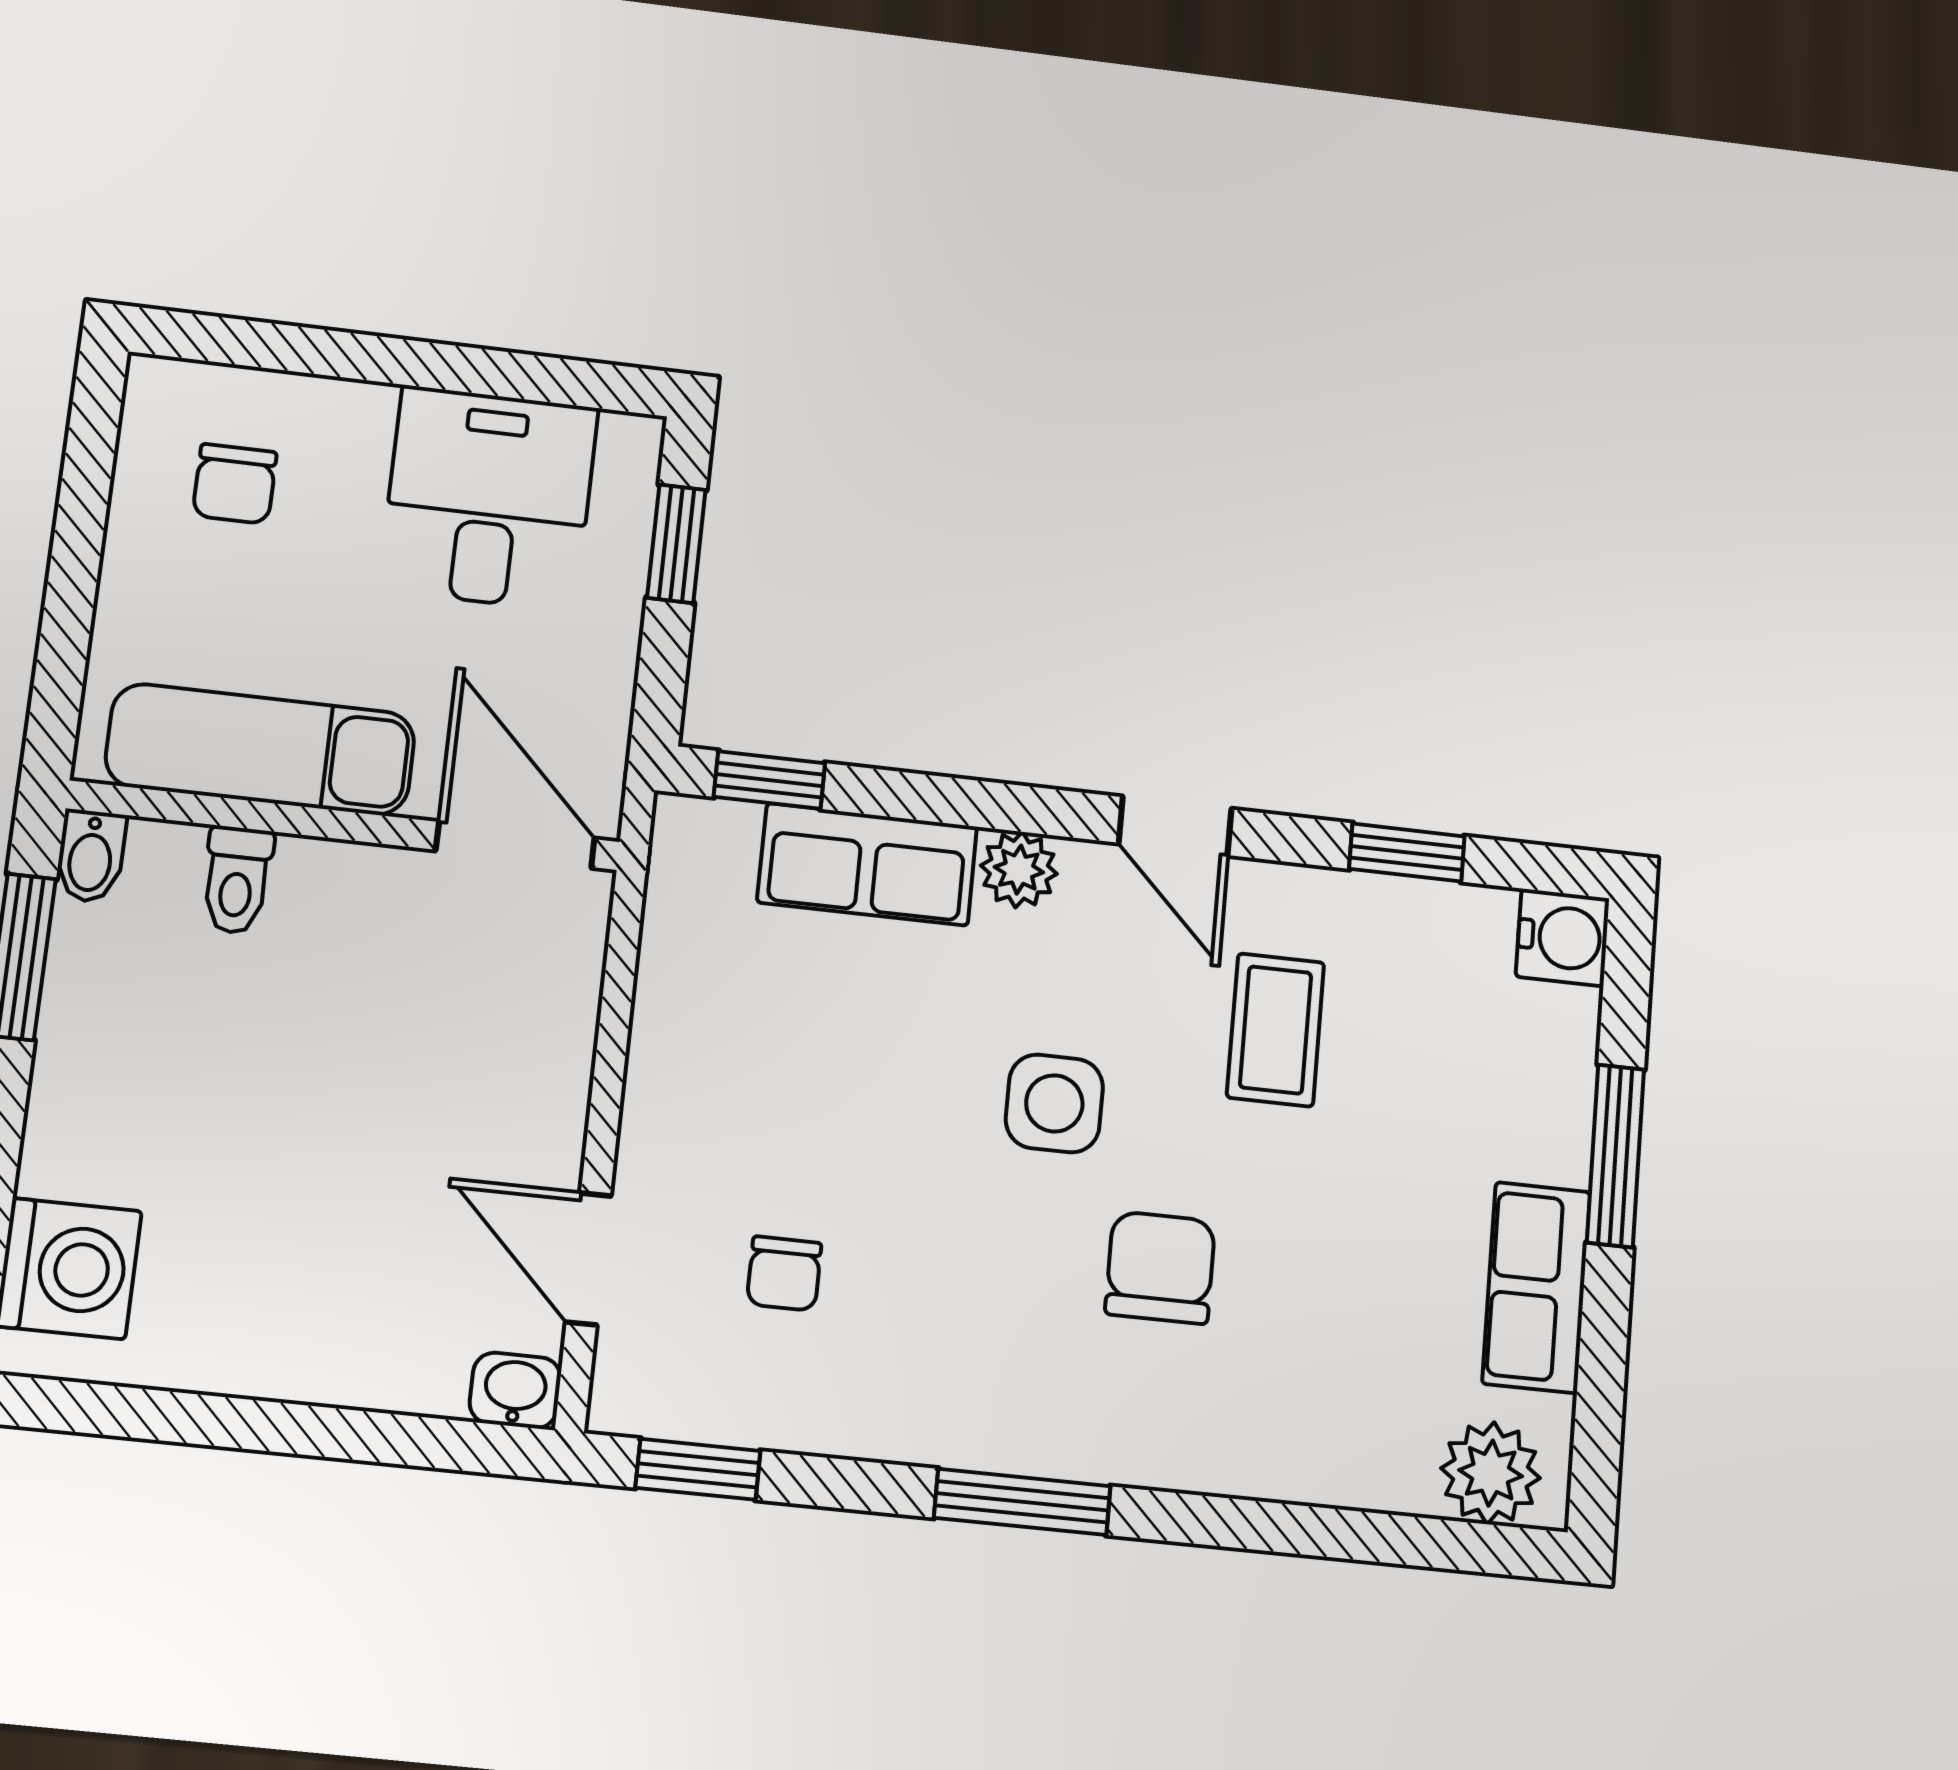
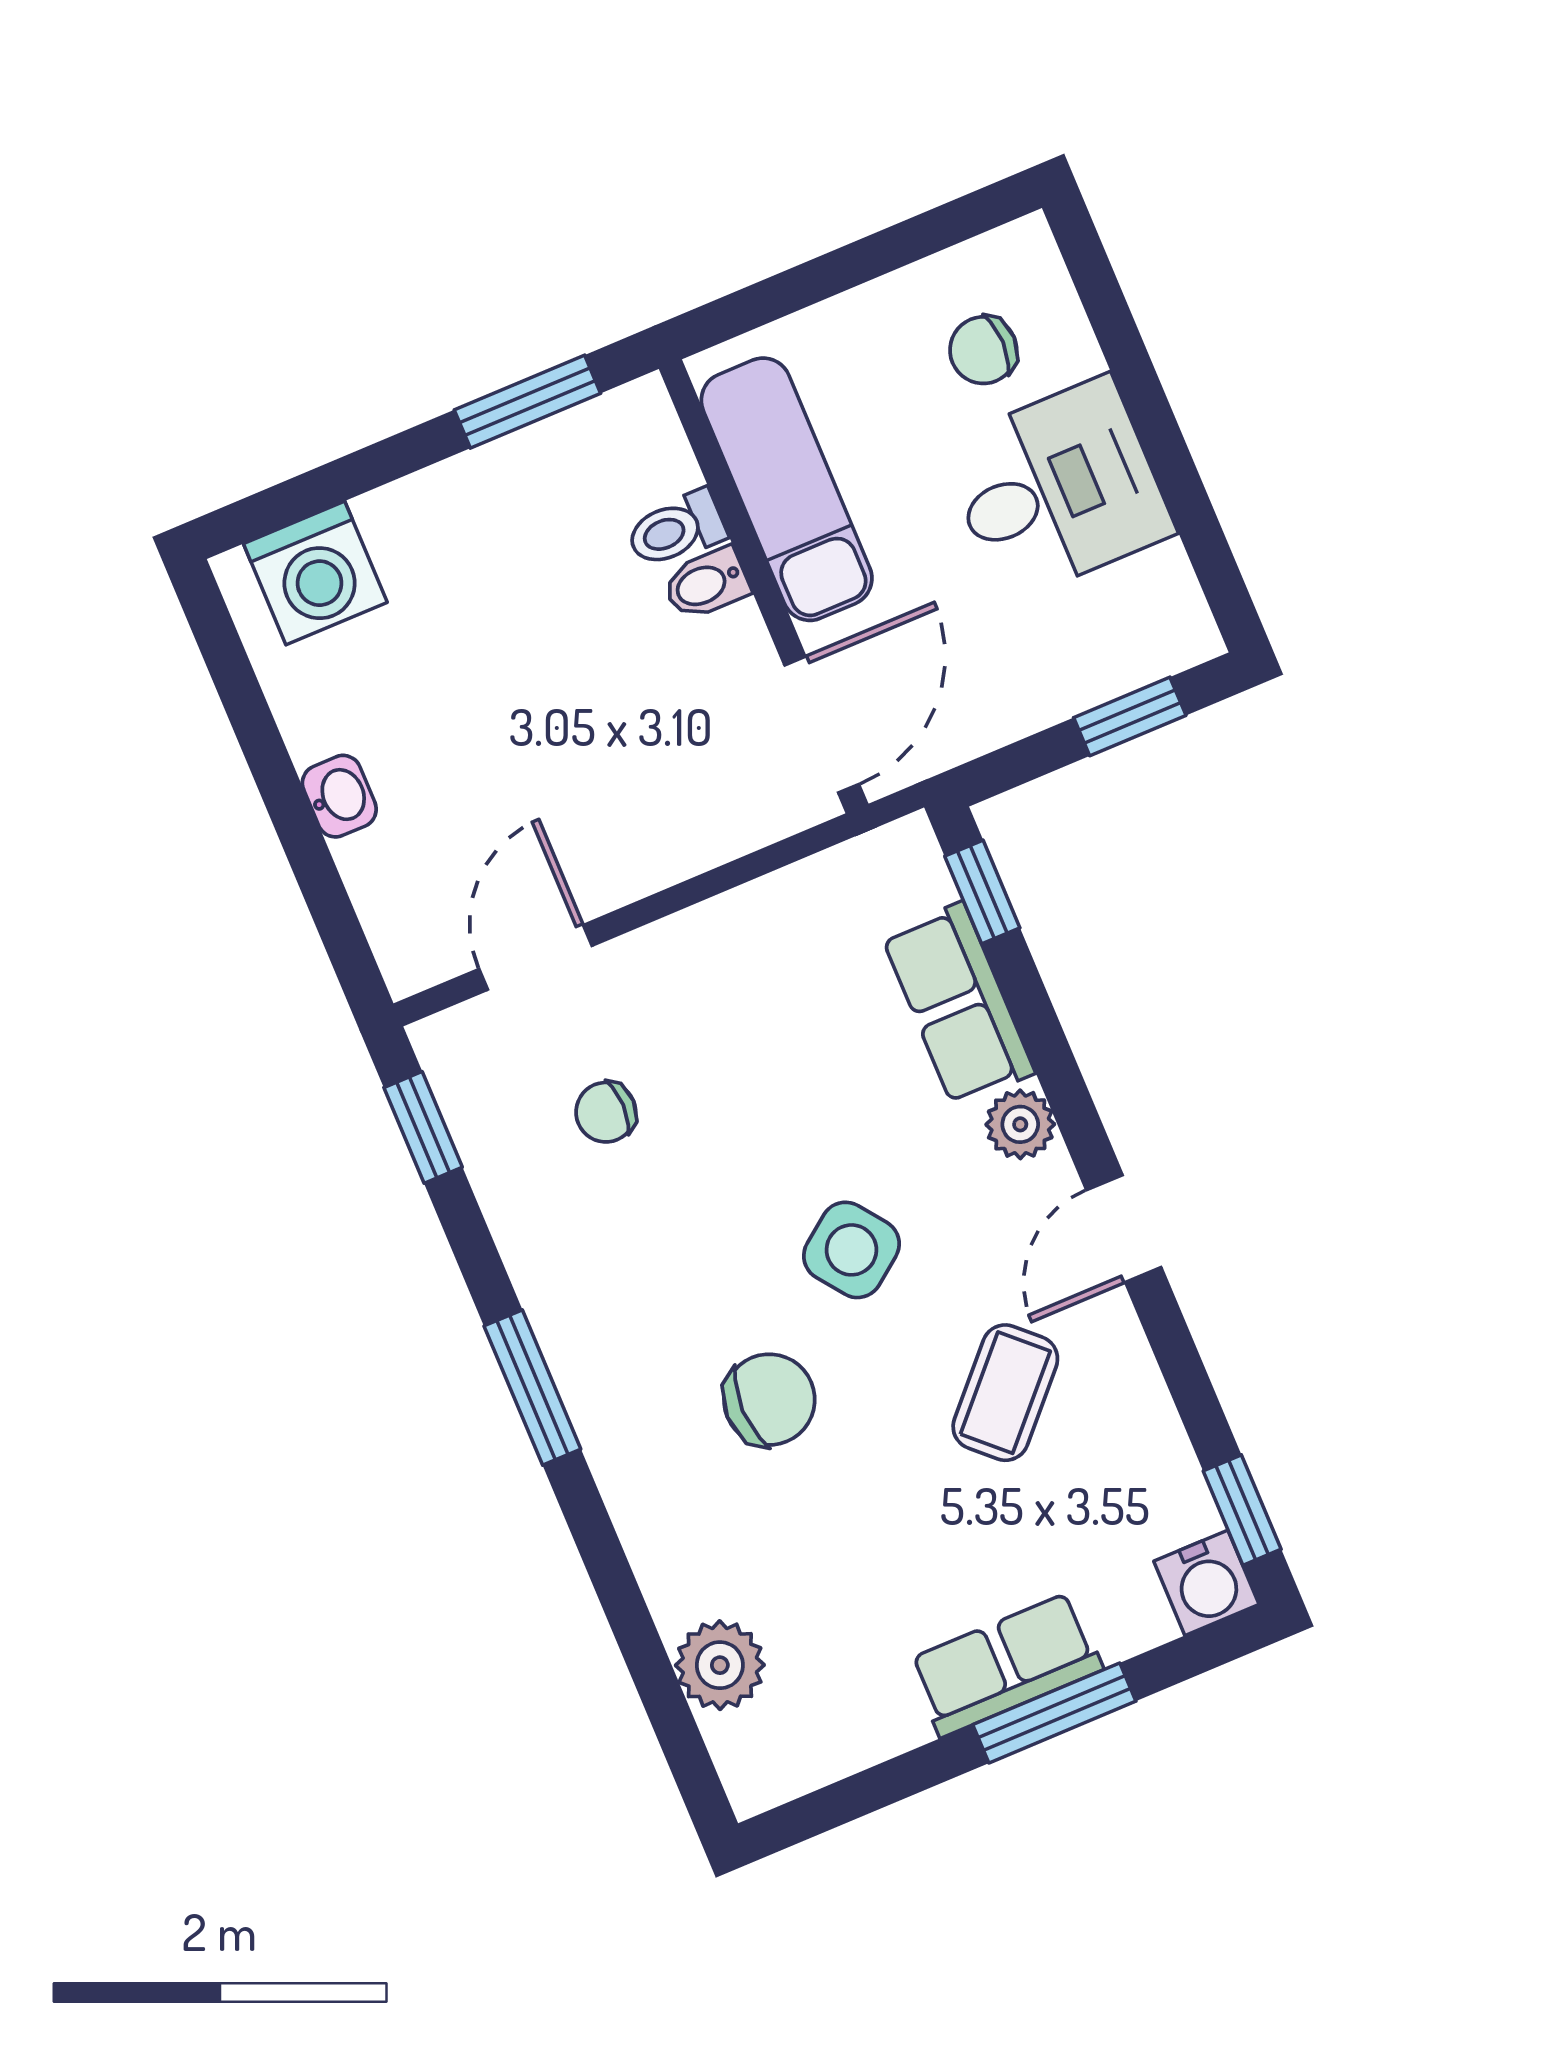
desk: (489, 498) -> (1057, 489), moved
window: (1407, 853) -> (1242, 1510), moved
bidet: (91, 856) -> (706, 584), moved
coffee table: (1276, 1030) -> (1005, 1393), turned -47
side table: (1054, 1103) -> (851, 1250), turned -37
row of seats: (1536, 1287) -> (1006, 1665), moved
washbasin: (515, 1390) -> (339, 796), moved
plant: (1491, 1473) -> (720, 1665), moved

